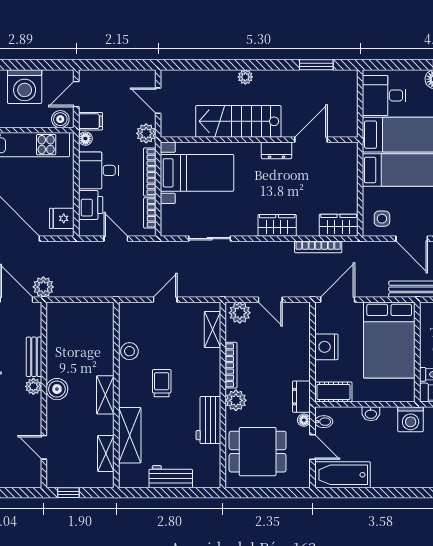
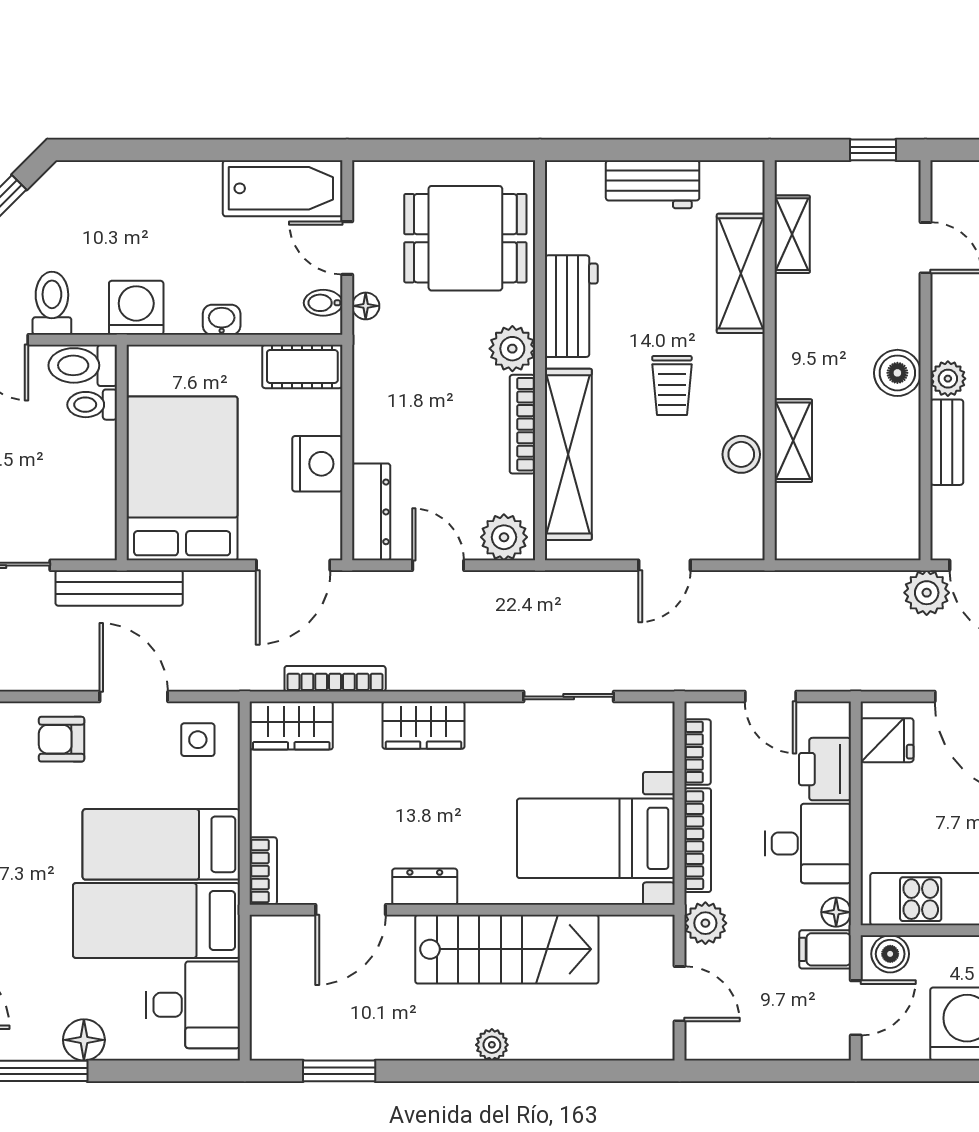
bookcase: (352, 158) -> (263, 871), added
shelving: (213, 329) -> (568, 454), width x2.20, depth x1.33
shelving: (105, 395) -> (793, 441), moved
dresser: (301, 397) -> (371, 512), moved, width x1.44

